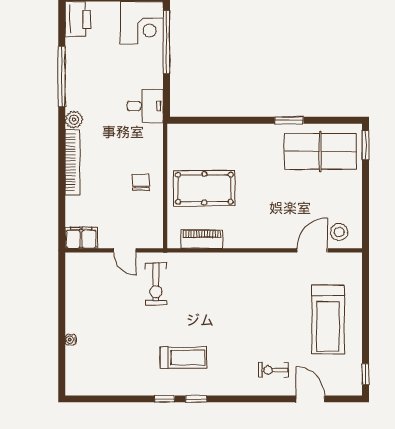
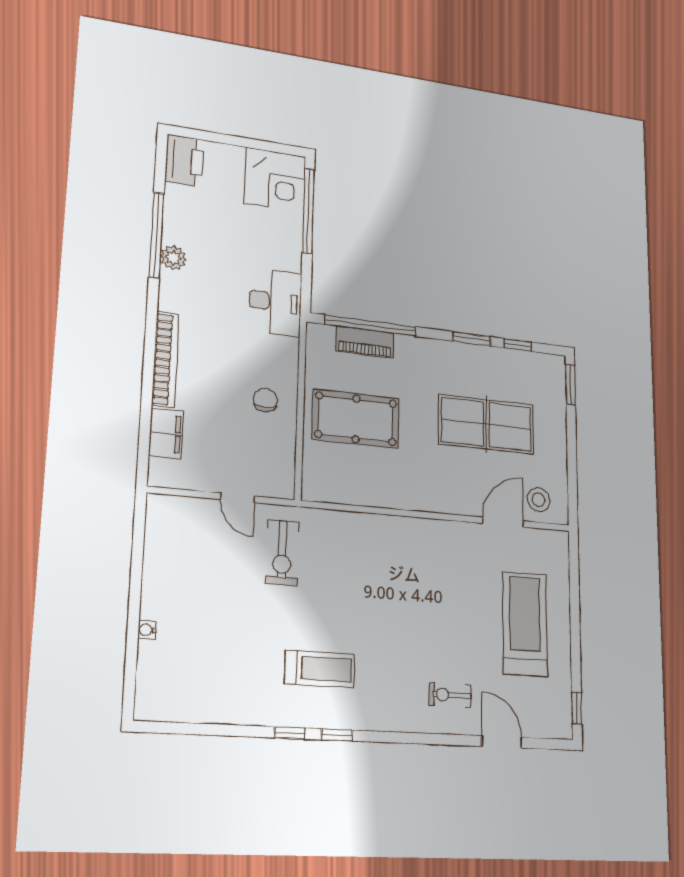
desk: (145, 106) -> (275, 302), width x1.37
plant: (74, 120) -> (173, 258), moved
window: (214, 120) -> (371, 326), added
window: (325, 120) -> (518, 345), added
table tennis table: (320, 151) -> (486, 424), moved
filing cabinet: (81, 238) -> (166, 433), moved, turned 90
piano: (202, 239) -> (365, 342), moved, turned 180
treadmill: (328, 320) -> (525, 624), turned 180

